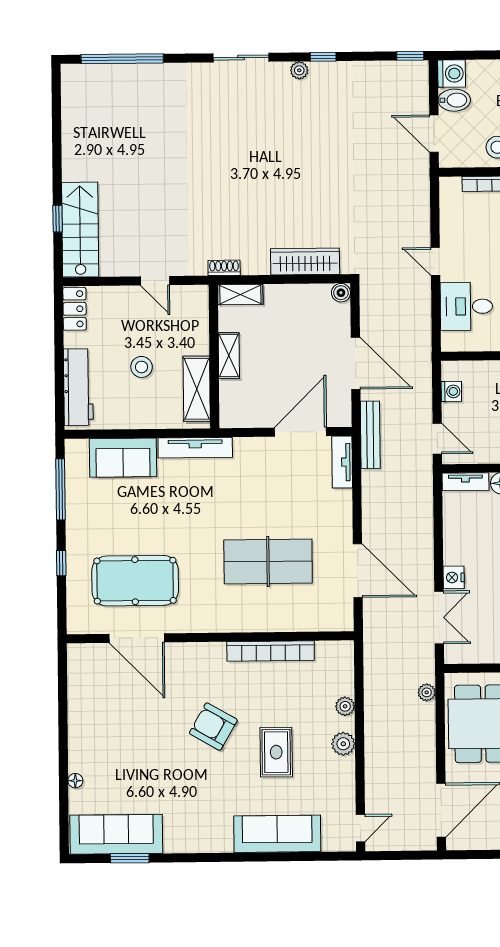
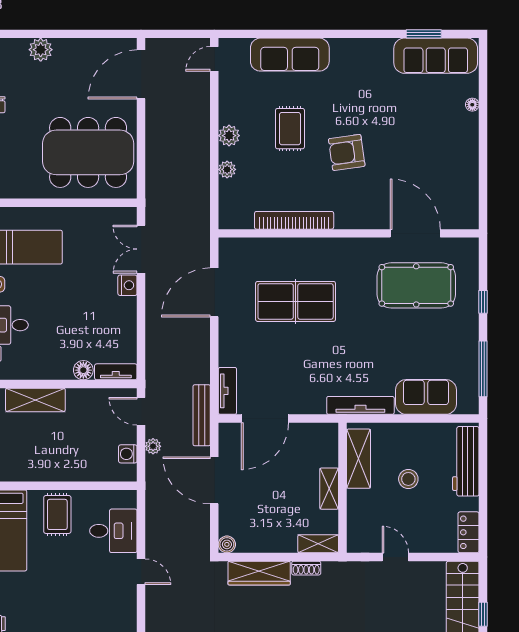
shoe rack: (224, 268) -> (306, 568), moved
door: (358, 571) -> (214, 292), hinge flipped
plant: (427, 692) -> (153, 446), moved
armchair: (213, 727) -> (347, 152), turned 142

